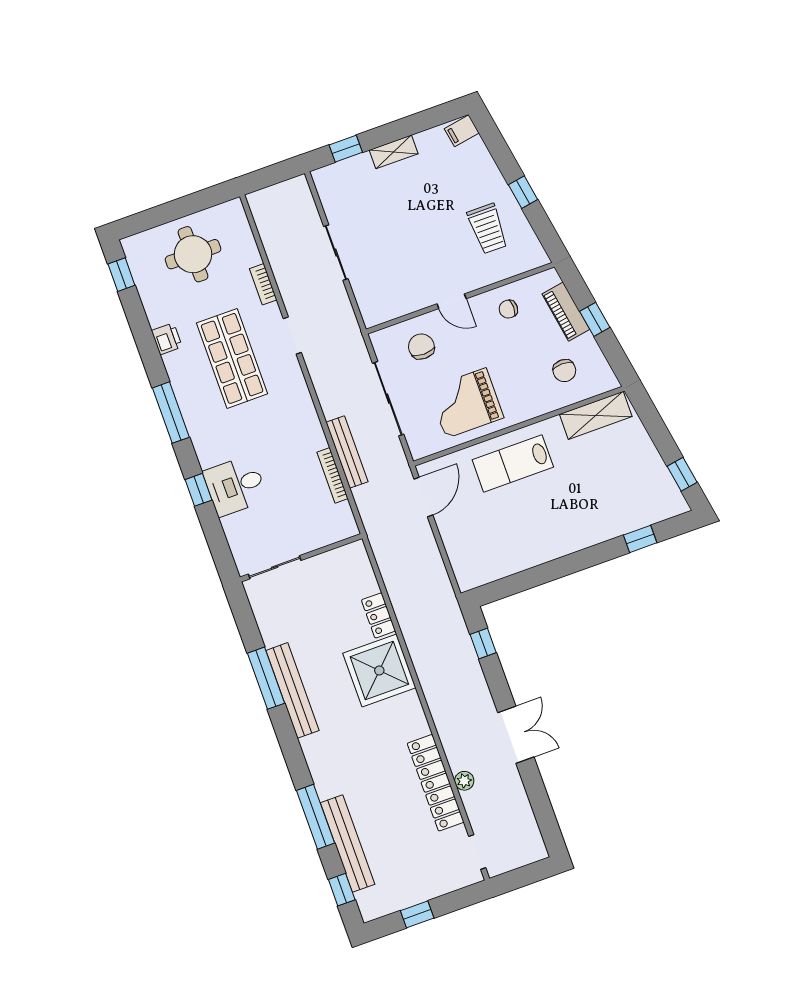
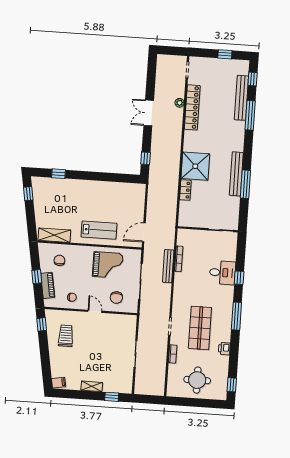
window: (523, 192) -> (42, 324), moved

